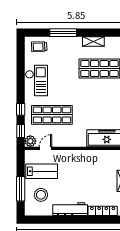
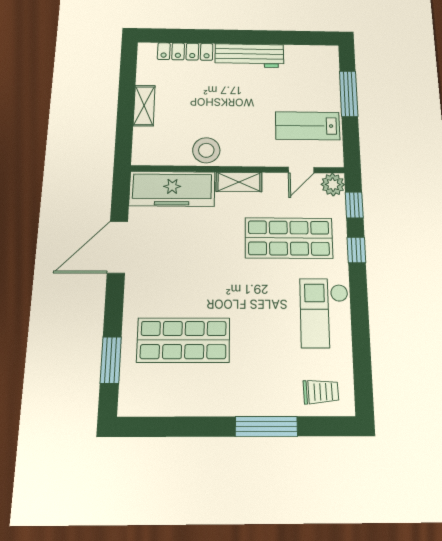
shelving: (93, 41) -> (239, 182), moved
stool: (41, 195) -> (206, 150), moved

